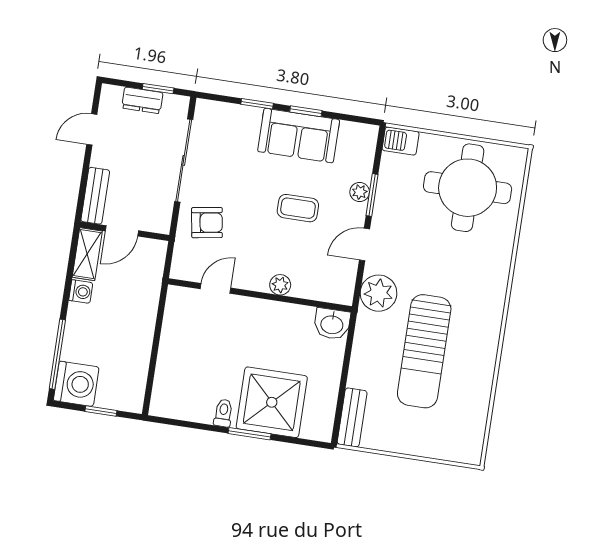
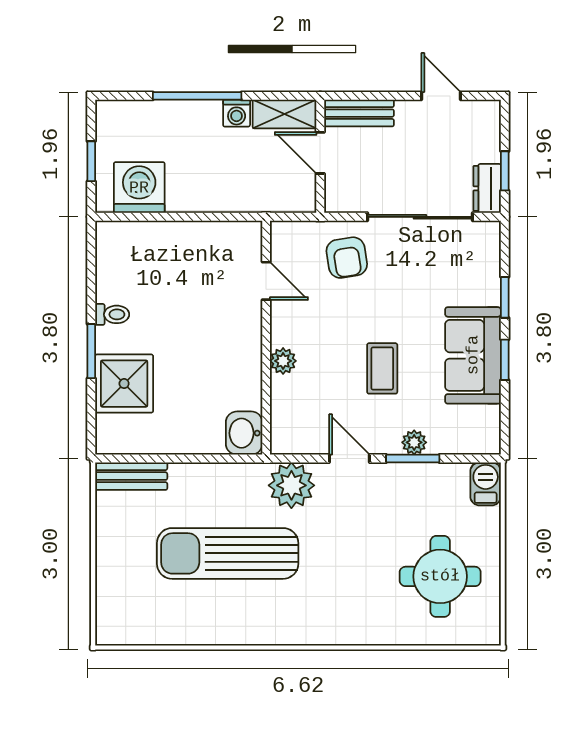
dresser: (142, 100) -> (487, 188), moved
round table: (468, 188) -> (440, 576), width x0.73, depth x0.73
window: (57, 354) -> (197, 96), moved
washing machine: (76, 384) -> (139, 188), moved, turned 180
shower: (272, 402) -> (124, 384), width x0.73, depth x0.73

